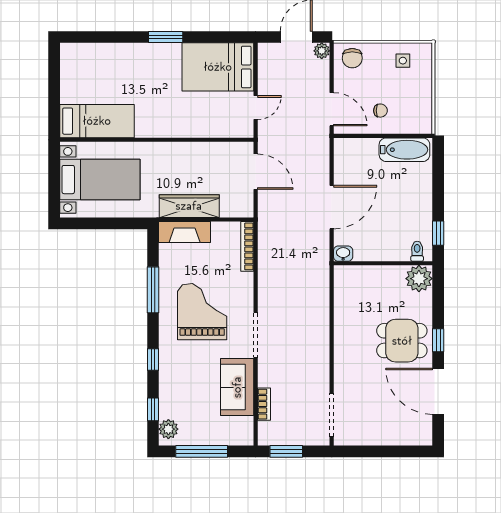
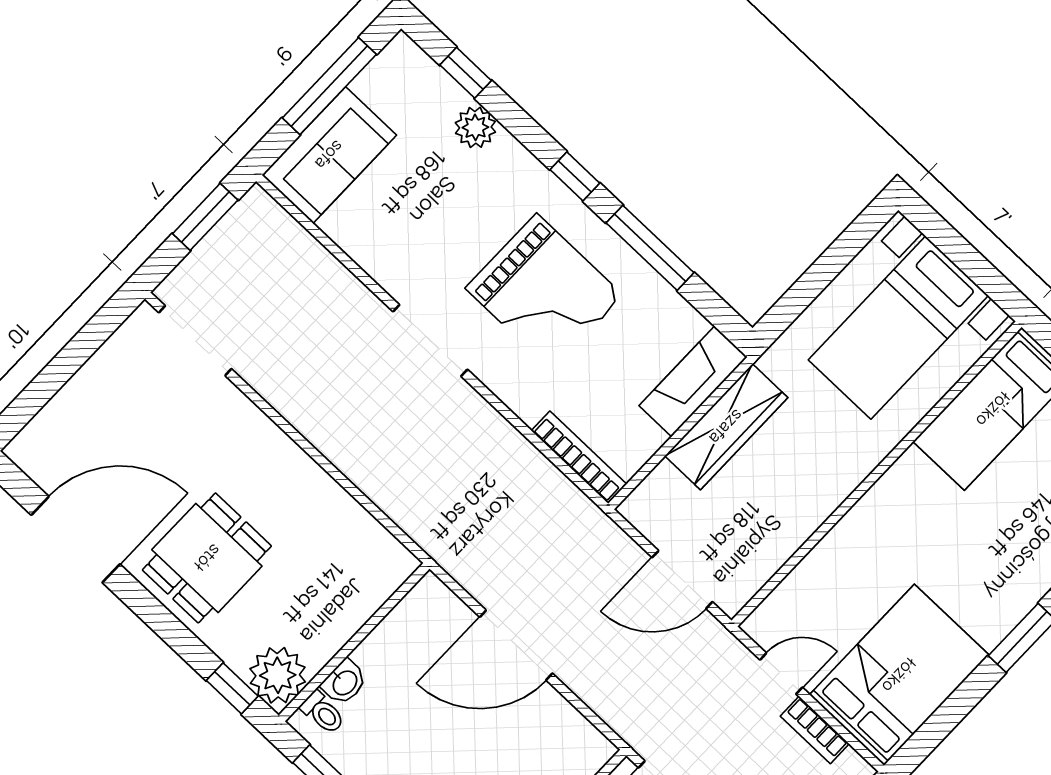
door: (256, 108) -> (781, 674), swing flipped
door: (332, 207) -> (516, 645), hinge flipped
washbasin: (343, 254) -> (344, 682), moved
window: (438, 340) -> (232, 688), moved
window: (153, 359) -> (575, 176), moved
sofa: (237, 387) -> (329, 155), moved, turned 90
bookcase: (264, 404) -> (815, 730), moved
plant: (168, 429) -> (475, 127), moved

